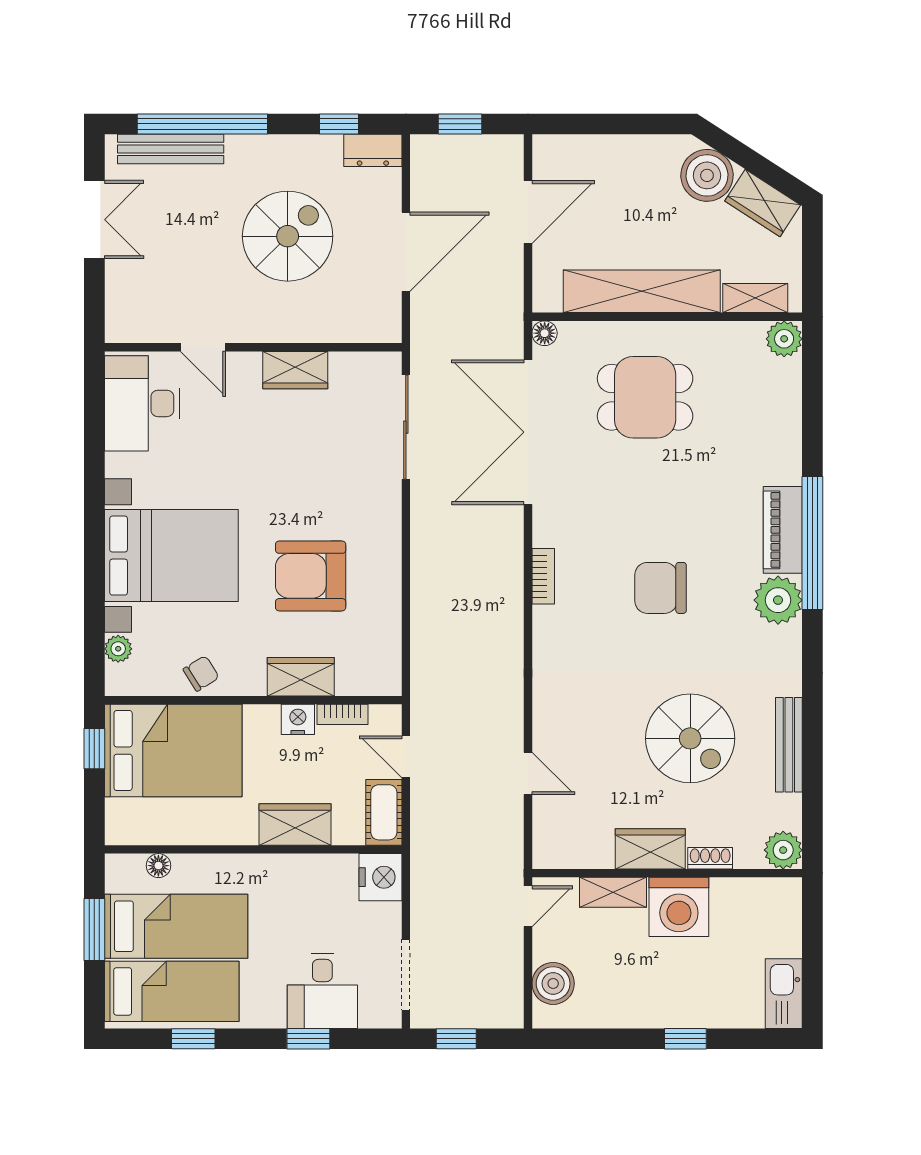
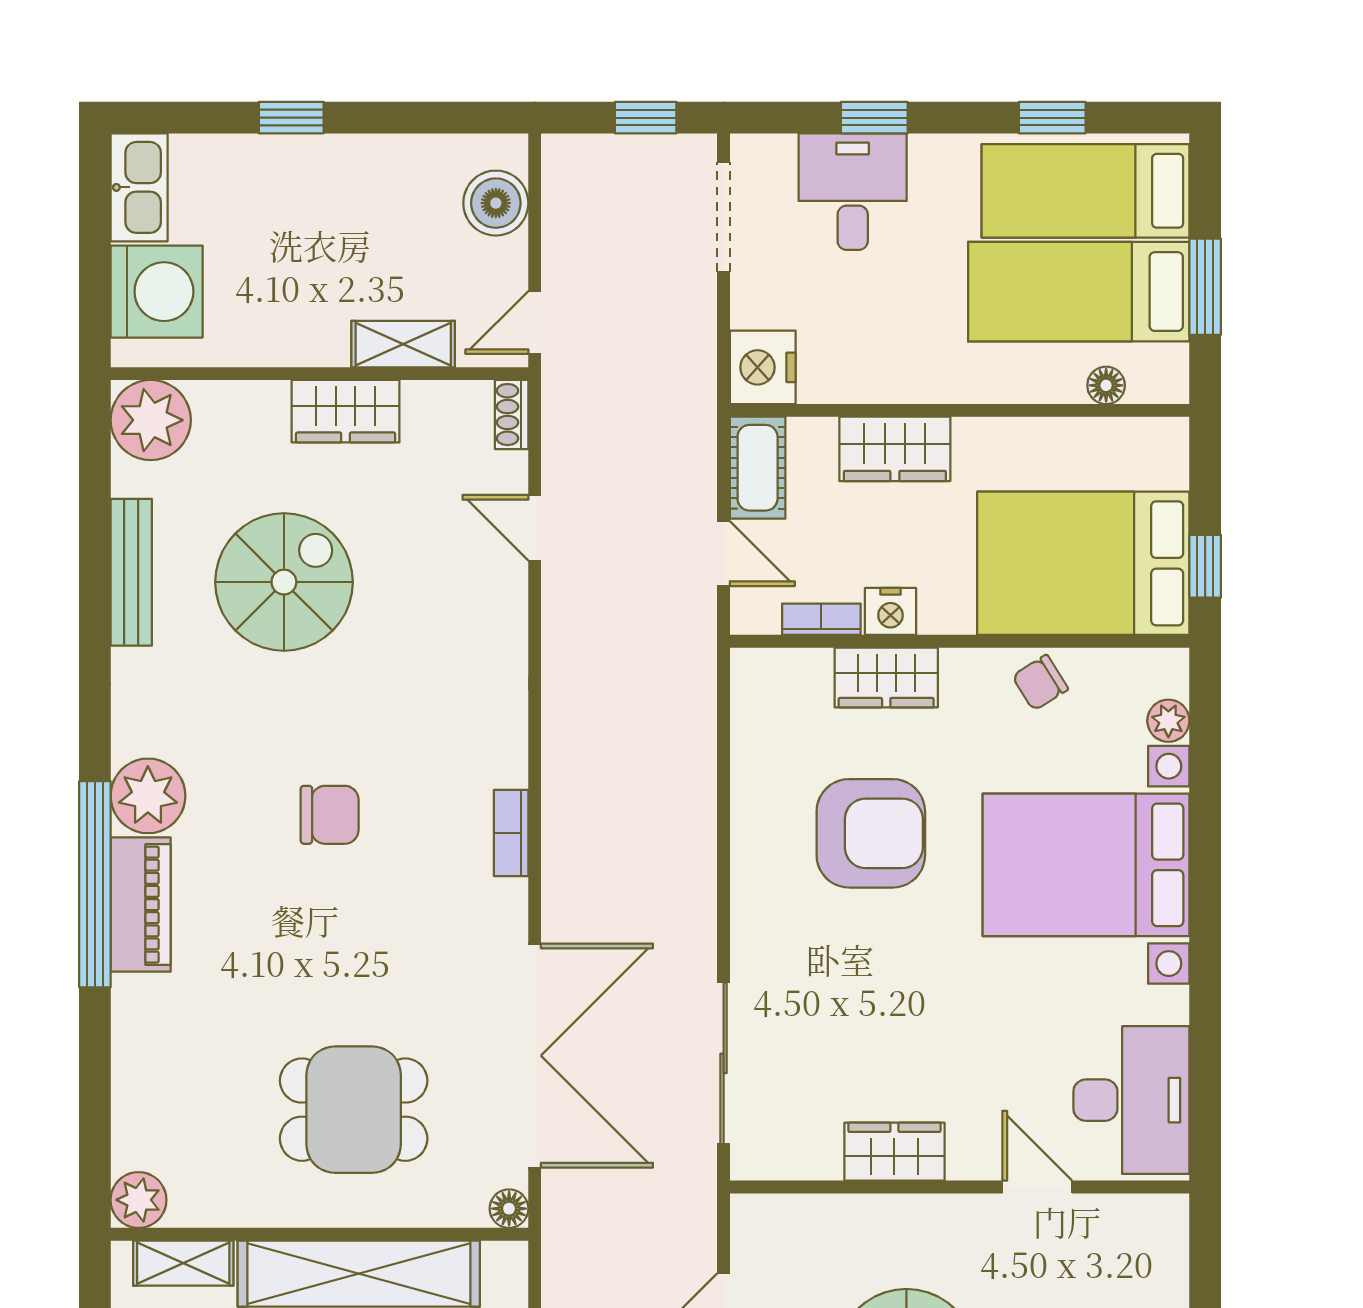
chair: (661, 588) -> (330, 815), width x0.73, depth x0.73
spiral stairs: (690, 738) -> (284, 582), turned 90
plant: (783, 850) -> (151, 420), width x1.36, depth x1.36
shoe rack: (710, 858) -> (512, 415), moved, turned 90
washing machine: (679, 907) -> (157, 292), moved, turned 90

